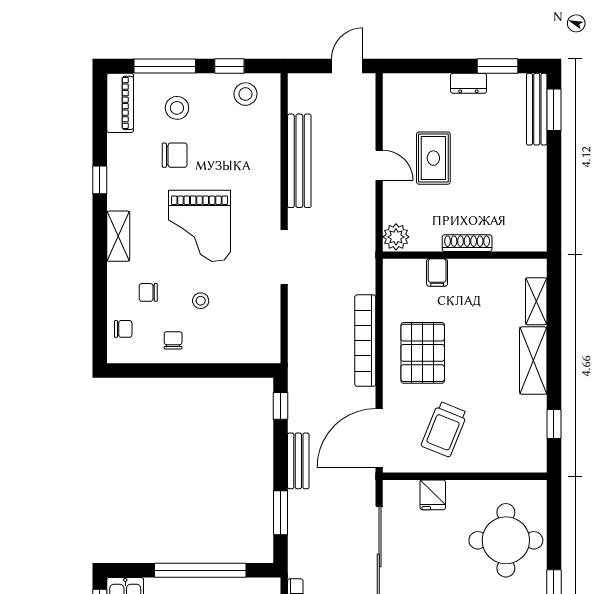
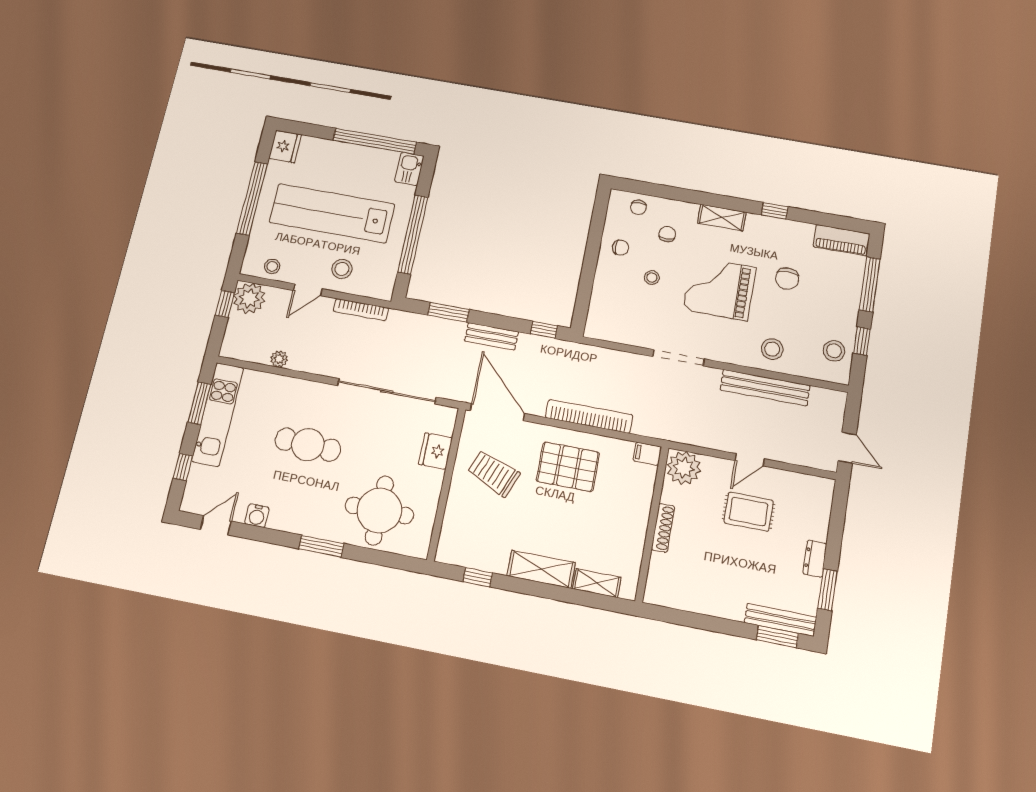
stool: (177, 108) -> (772, 349), moved
plant: (396, 237) -> (684, 468), width x1.36, depth x1.36
filing cabinet: (437, 273) -> (647, 454), moved
fridge: (433, 495) -> (436, 451), width x1.38

